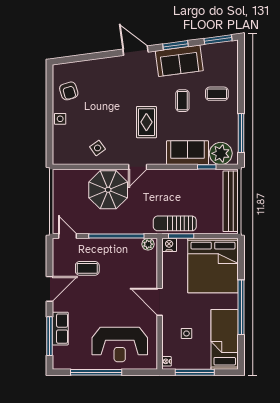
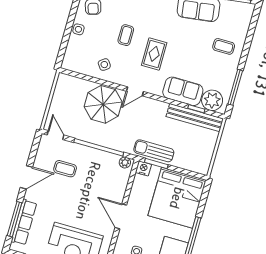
coffee table: (182, 101) -> (126, 35), moved
bench: (231, 201) -> (195, 118), moved, turned 90
row of seats: (60, 329) -> (24, 222), width x1.48

